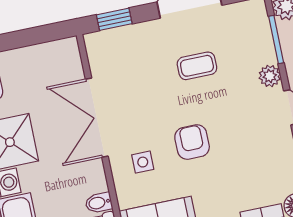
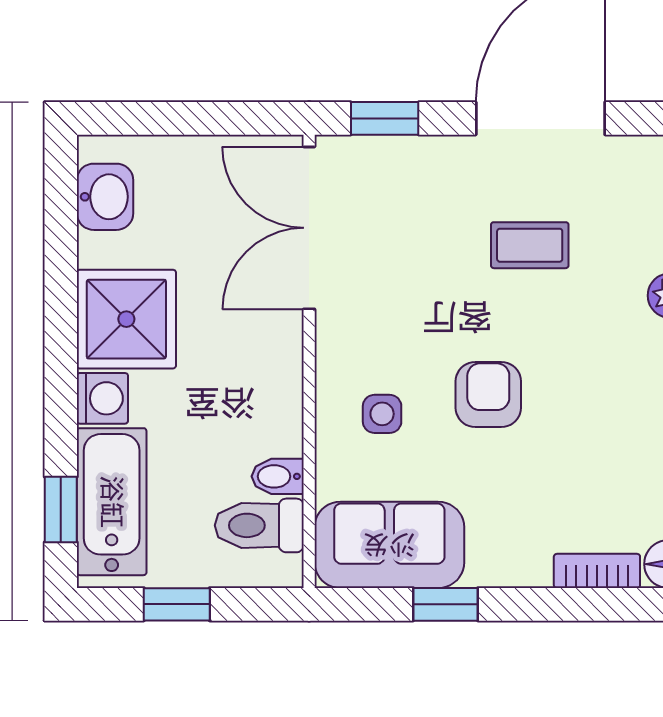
double door: (97, 118) -> (309, 228), moved

